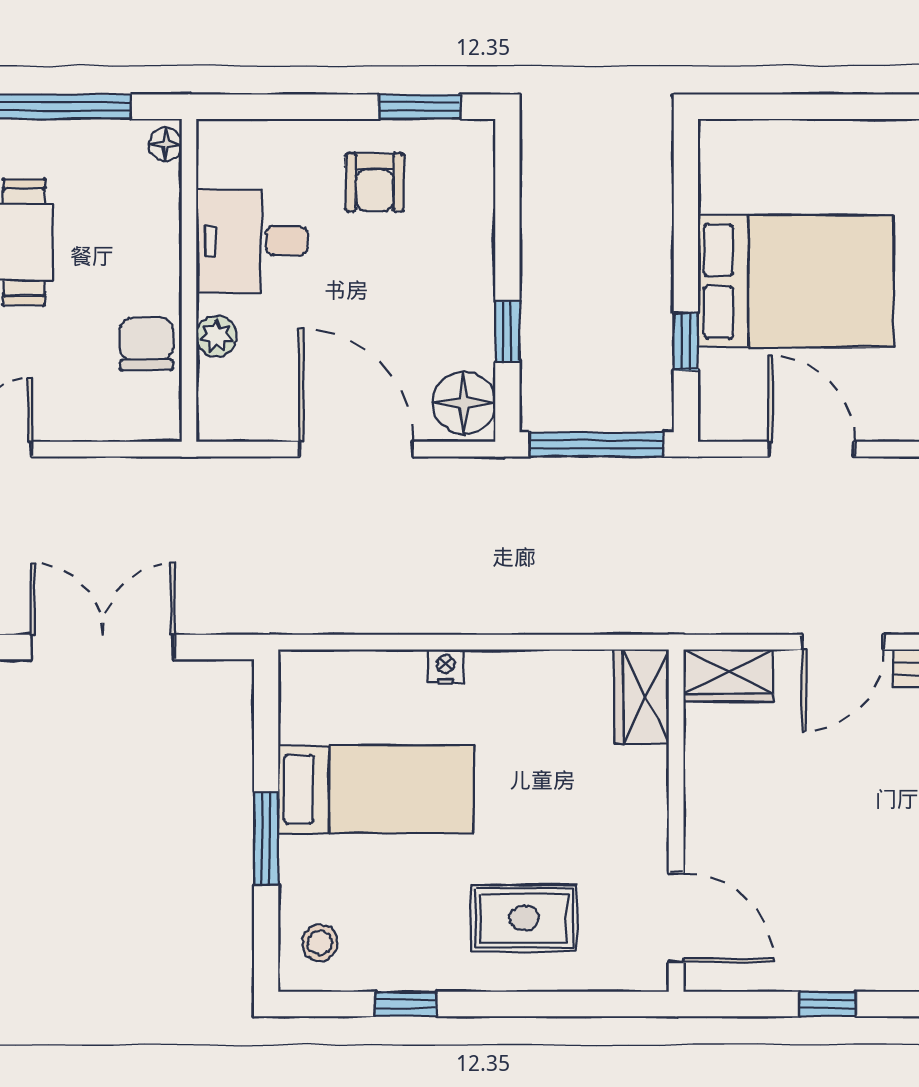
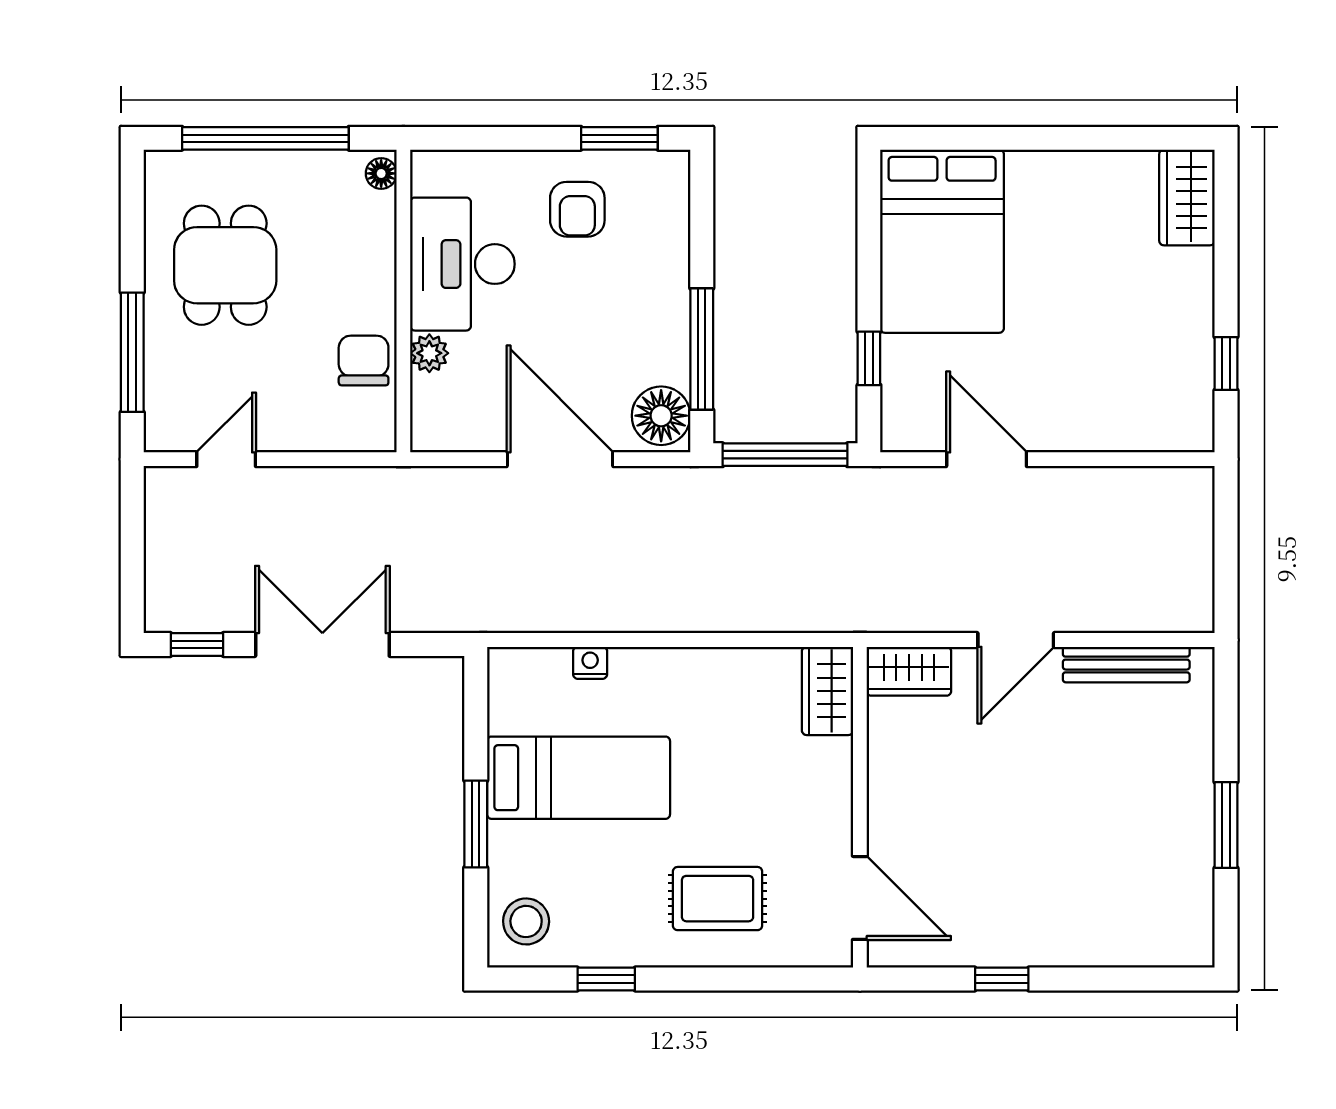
desk: (252, 241) -> (462, 264), width x1.37
bed: (796, 281) -> (942, 241), moved, turned 90
window: (507, 332) -> (702, 349), width x2.17
nightstand: (446, 666) -> (590, 663), moved
stool: (320, 943) -> (526, 921), width x1.37, depth x1.37

